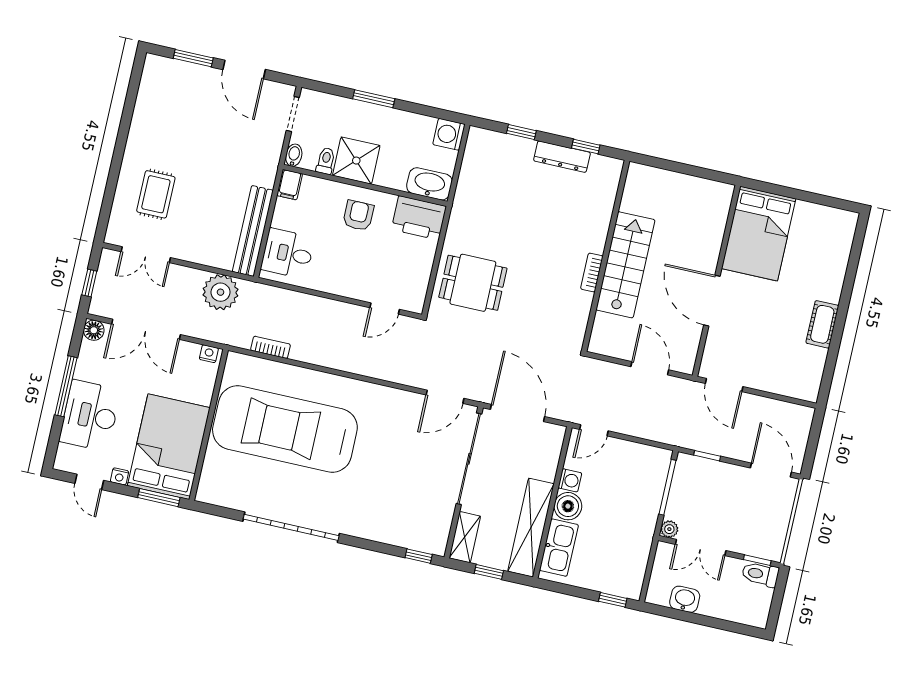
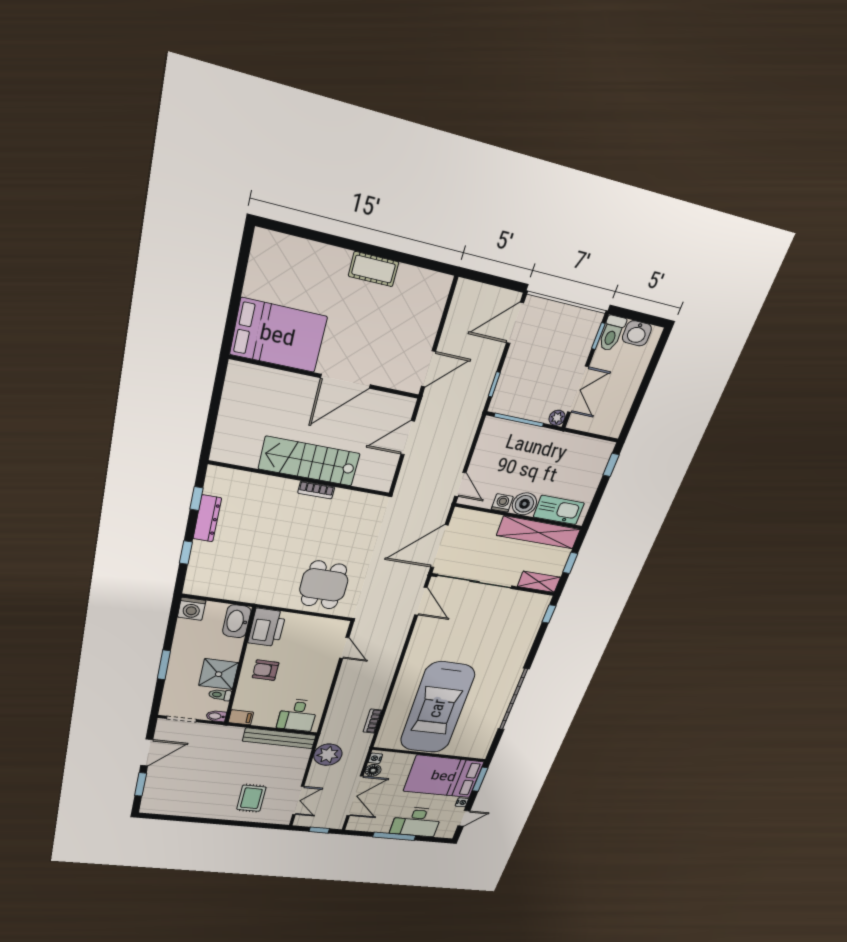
rug: (156, 194) -> (251, 798), turned 90
floor lamp: (94, 330) -> (373, 770), moved
washbasin: (685, 599) -> (637, 333), moved, turned -90

